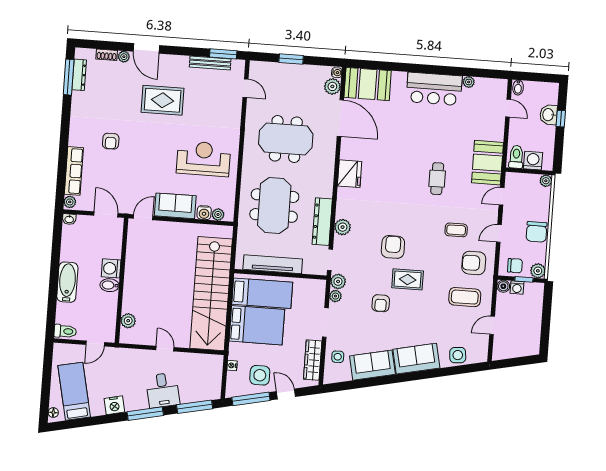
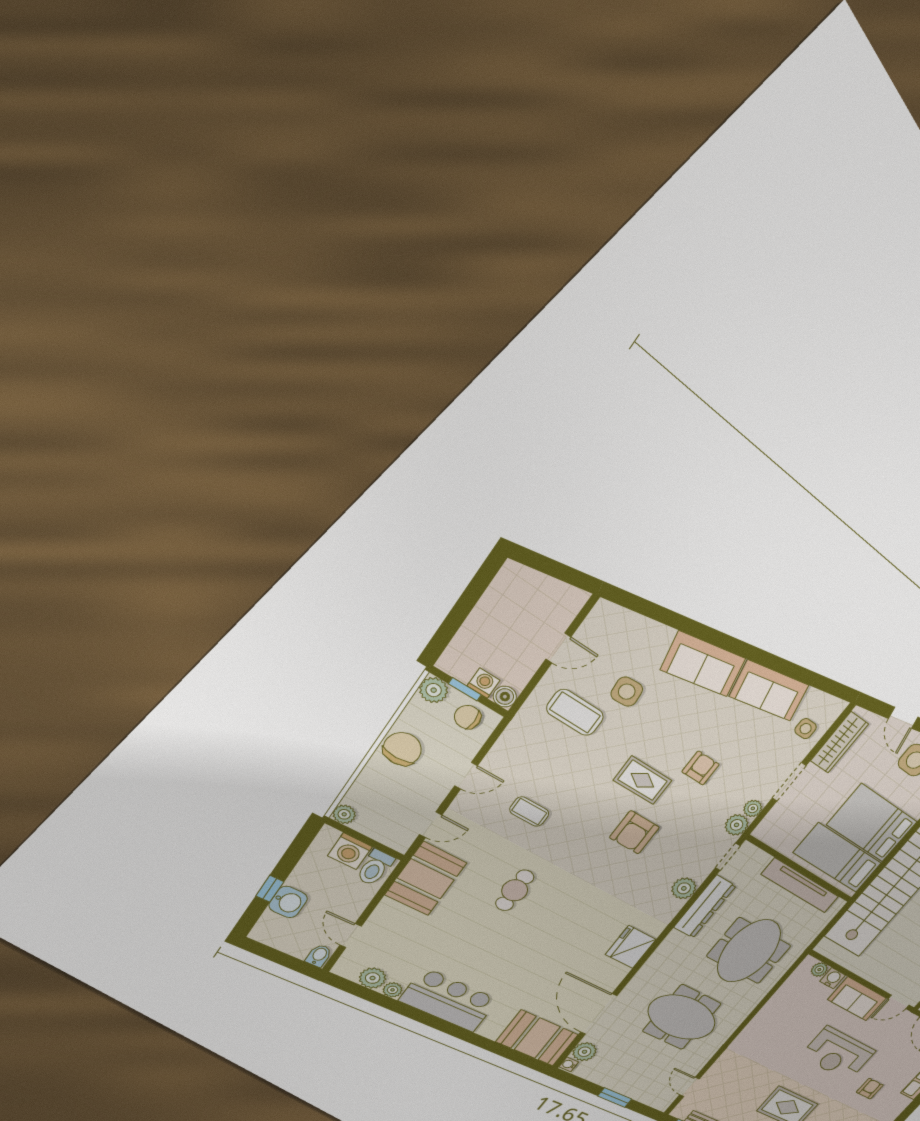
plant: (483, 85) -> (373, 978), added
reception desk: (204, 159) -> (838, 1054), moved
armchair: (474, 263) -> (531, 754), removed
side table: (458, 355) -> (627, 692), moved

